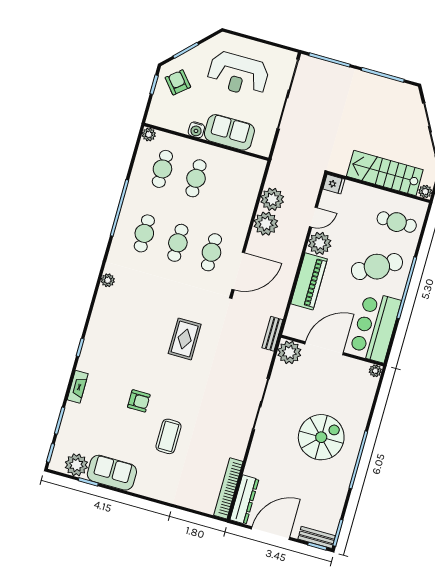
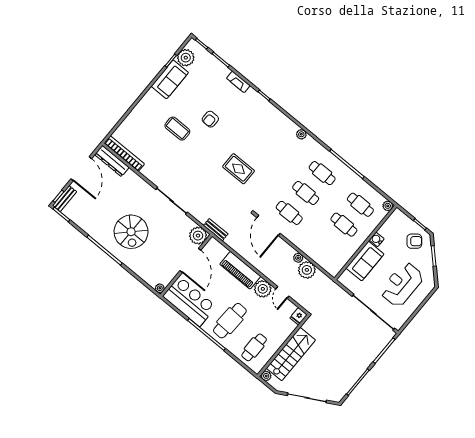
plant: (266, 224) -> (298, 258), width x0.53, depth x0.53
cafe table: (377, 267) -> (230, 321), turned 32

